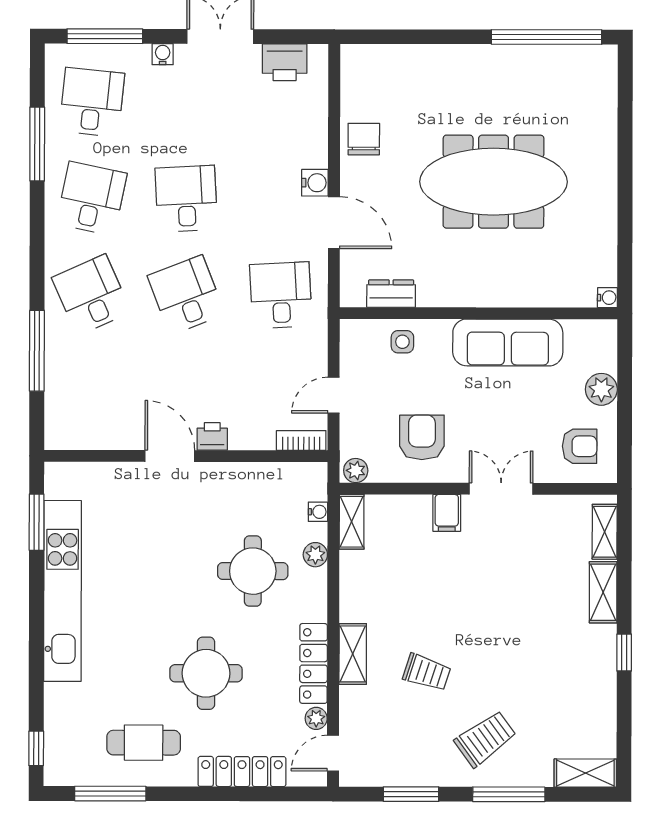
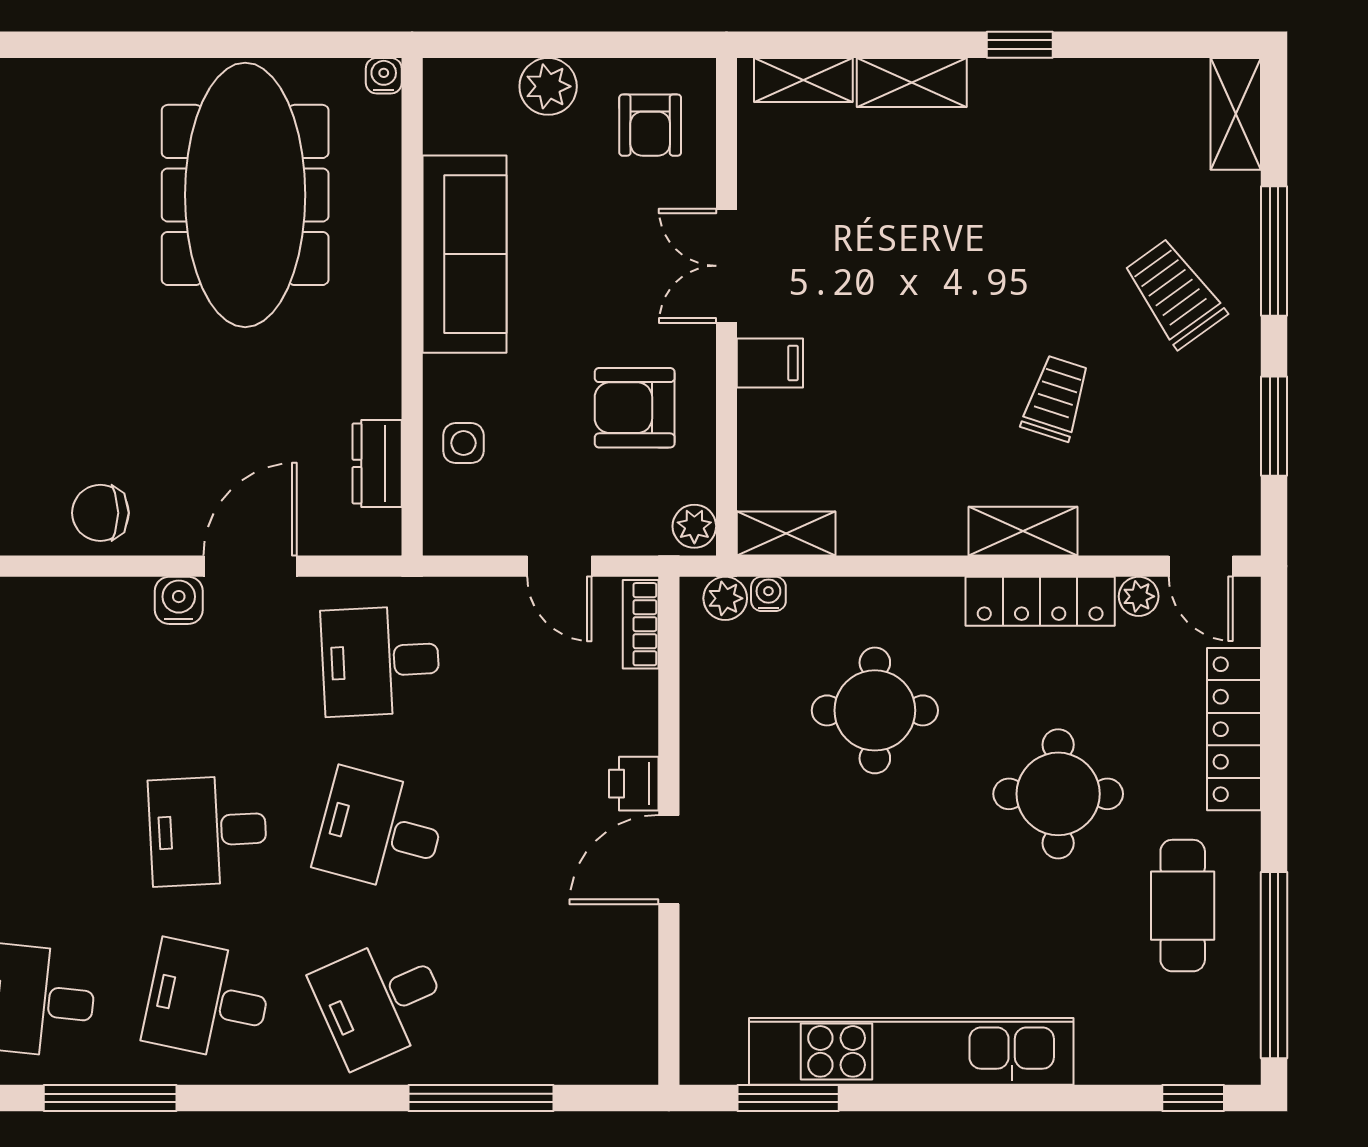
meeting table: (493, 182) -> (245, 195), moved
desk: (186, 295) -> (380, 831), turned 36
armchair: (580, 446) -> (650, 125), turned 180
plant: (315, 555) -> (725, 598), moved
window: (110, 794) -> (1274, 965), width x1.46

